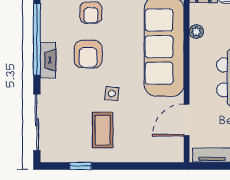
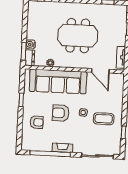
armchair: (88, 54) -> (61, 113), moved, turned 180

